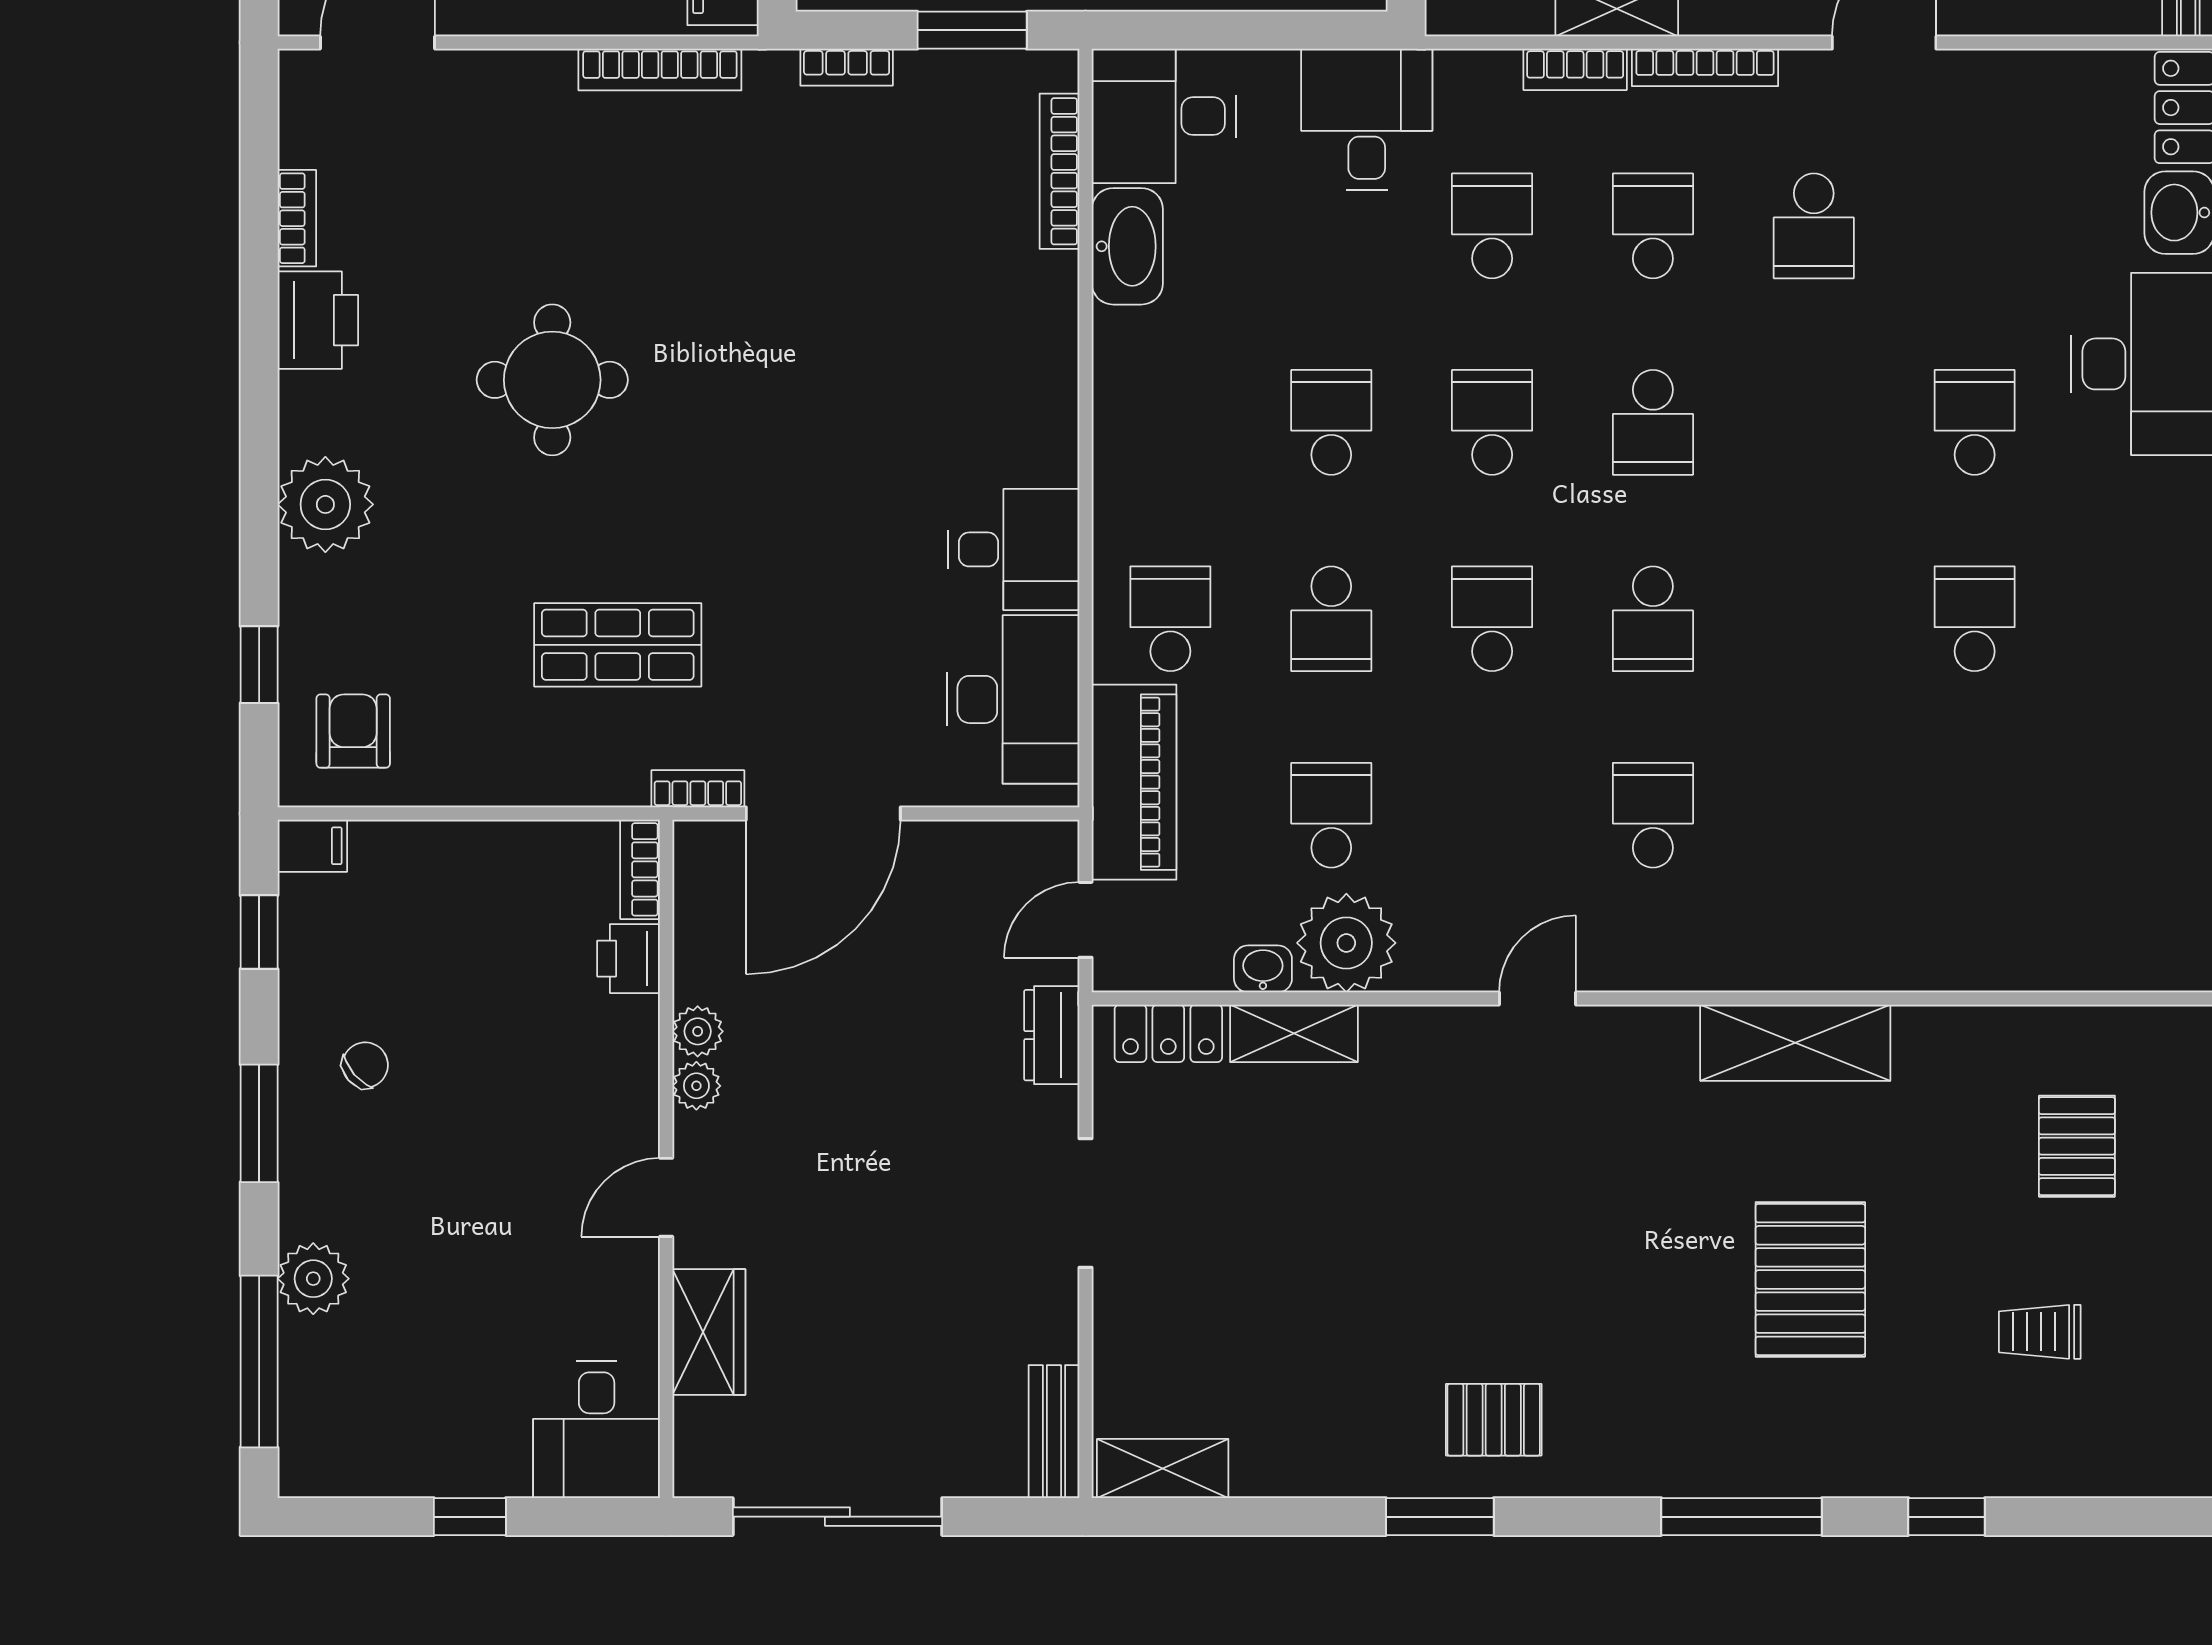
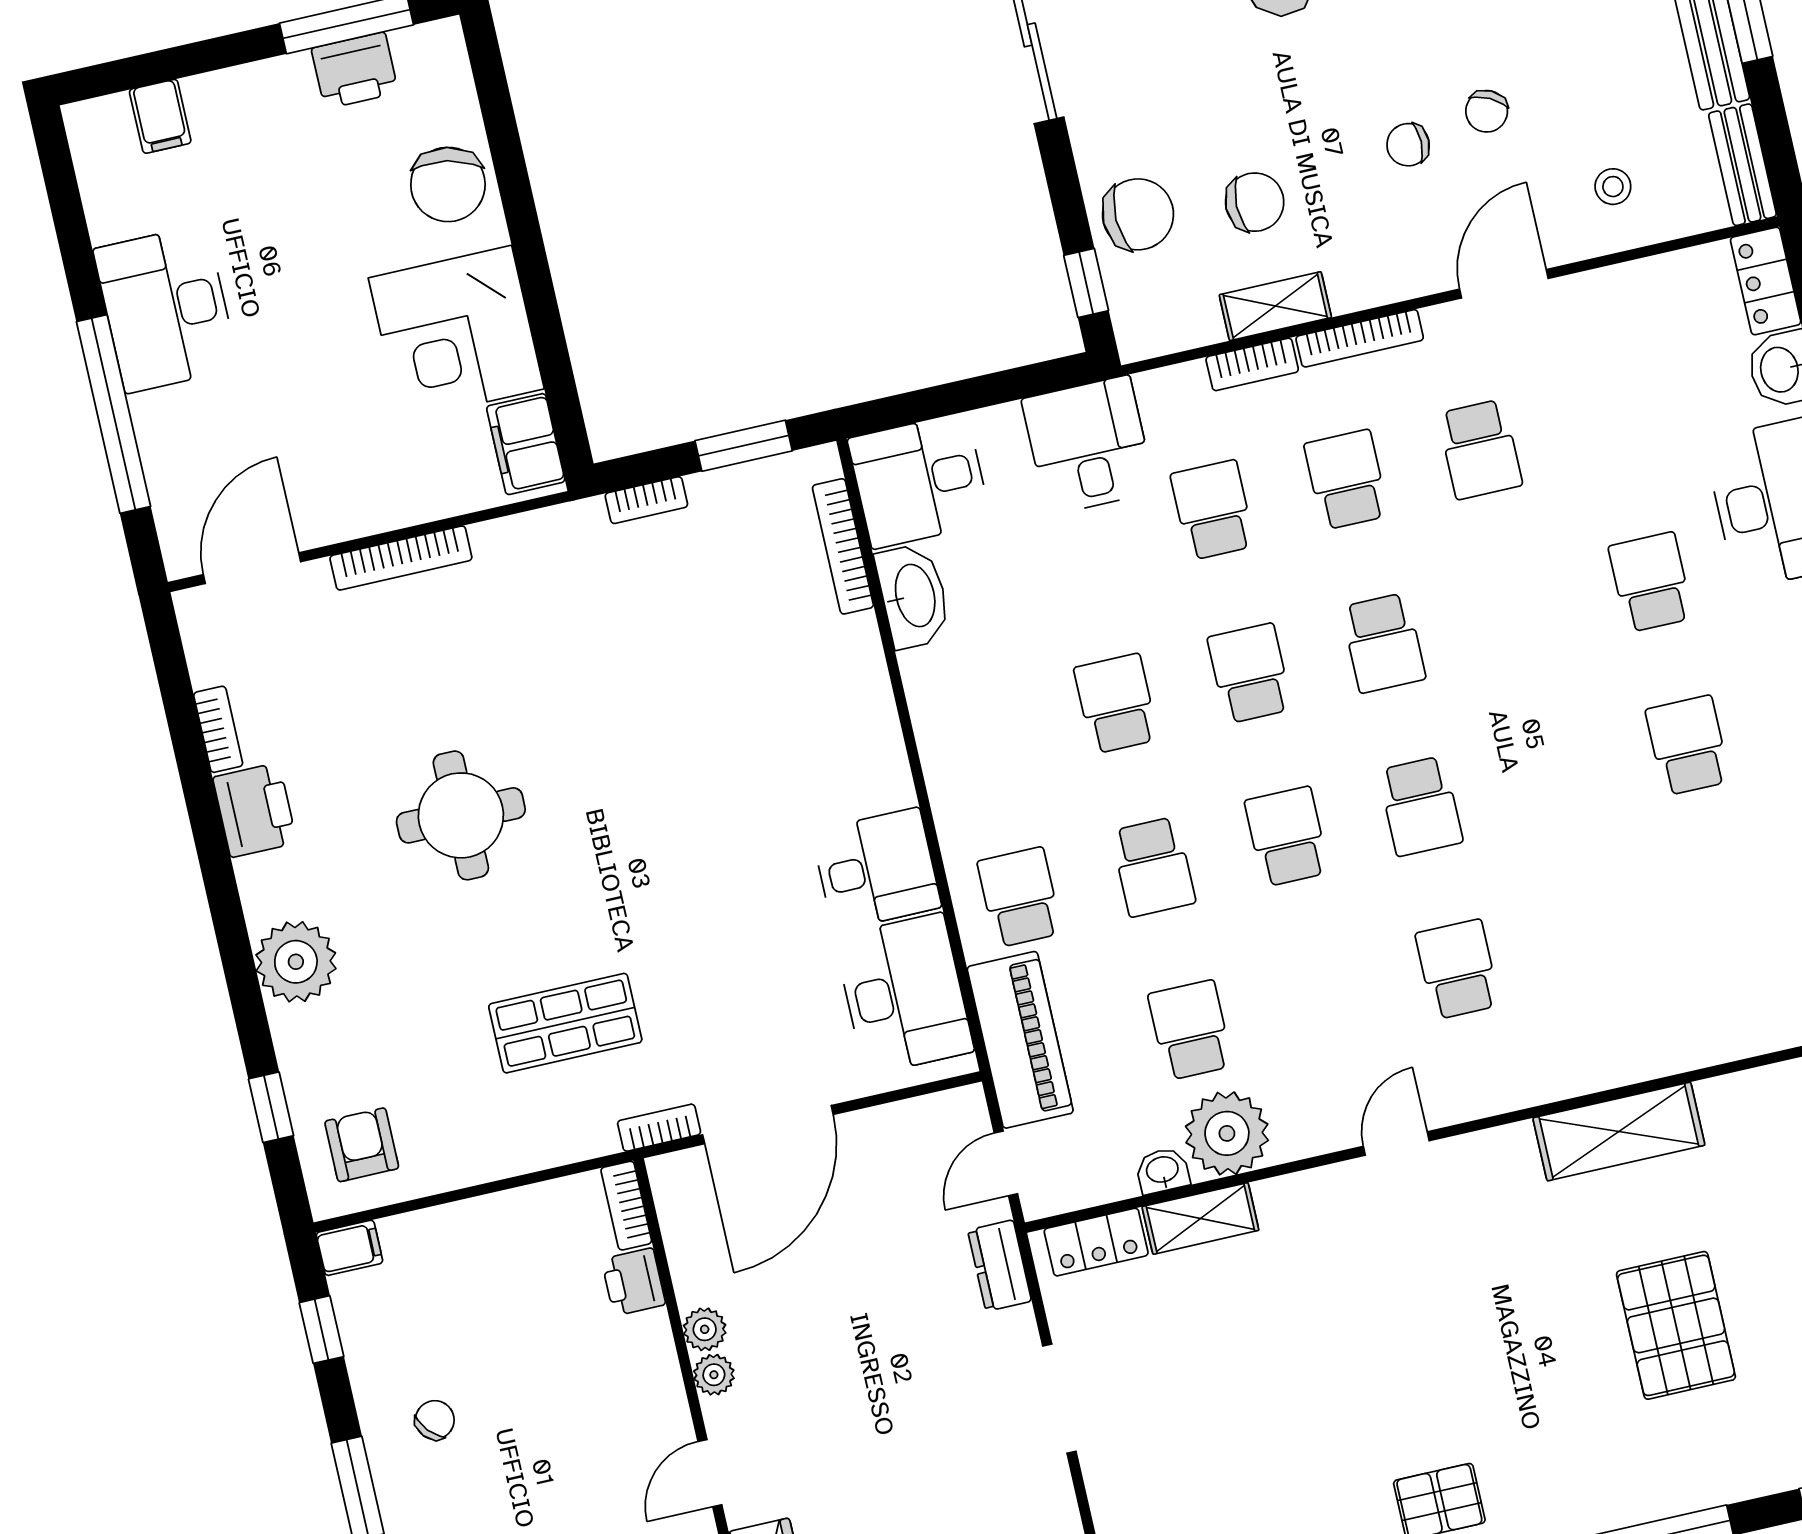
bookcase: (660, 70) -> (401, 558), moved

